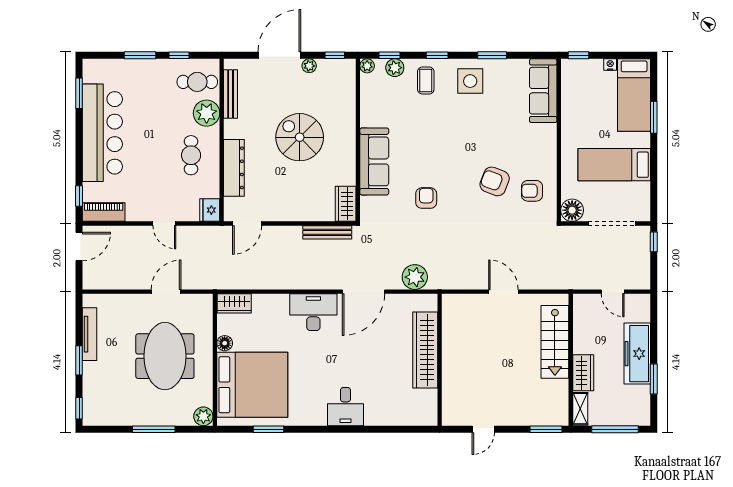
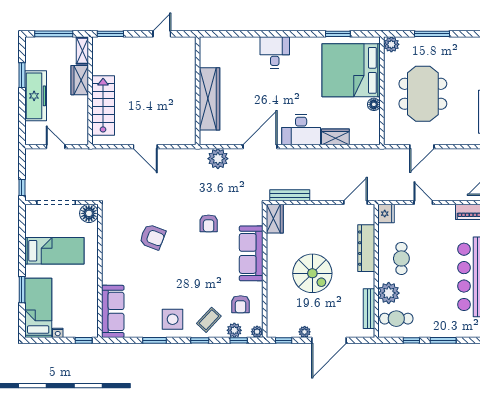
coffee table: (426, 80) -> (209, 320), turned 43
armchair: (532, 191) -> (241, 304), moved, turned 90
wardrobe: (234, 303) -> (335, 137), moved

